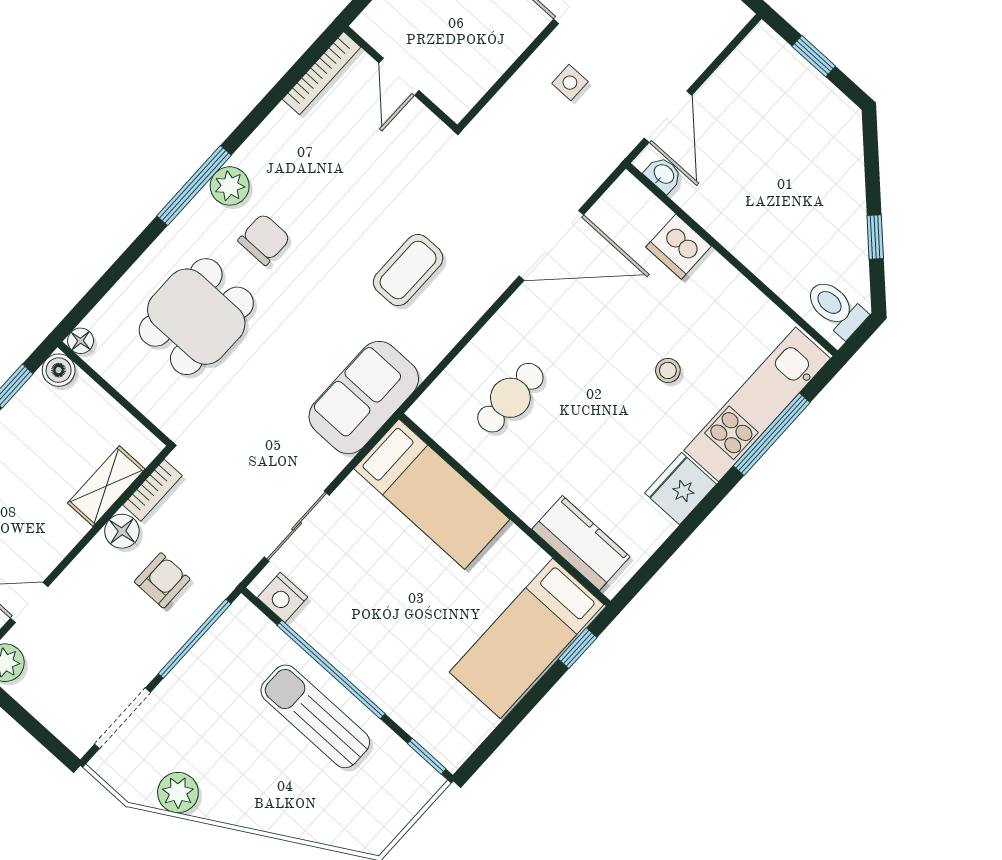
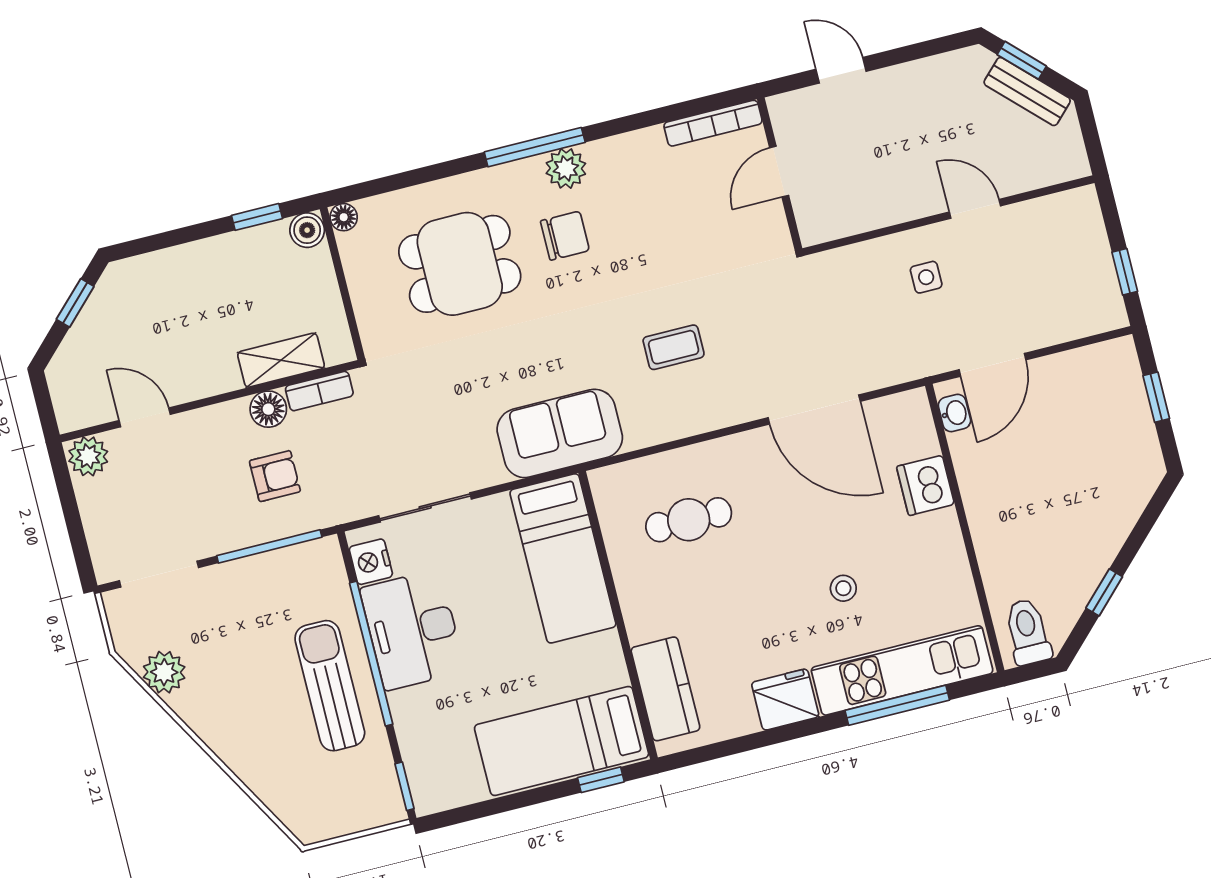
coffee table: (408, 270) -> (674, 347), width x0.73, depth x0.77
desk: (351, 629) -> (412, 630), added

